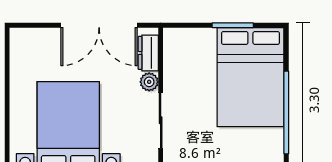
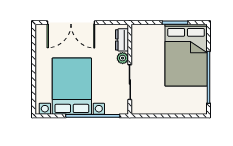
double door: (99, 25) -> (71, 23), moved

